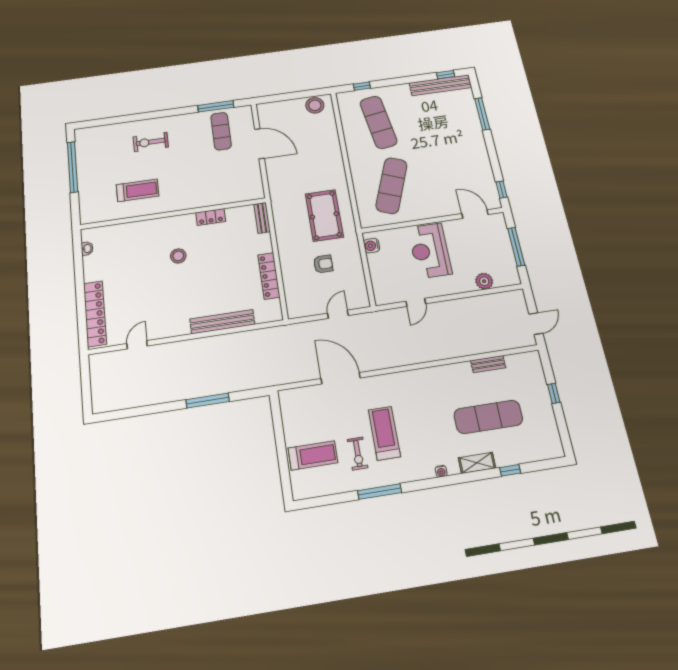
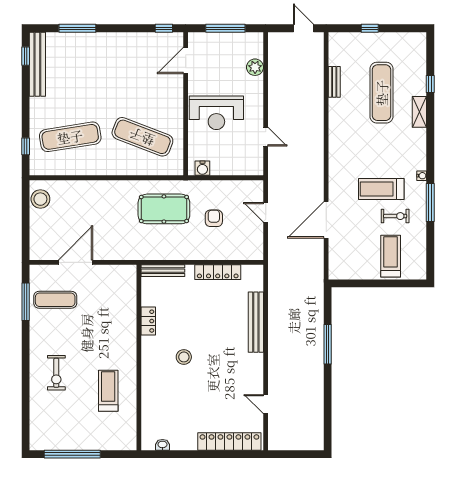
bench: (262, 218) -> (163, 271), width x1.36
water cooler: (441, 471) -> (422, 176), moved

